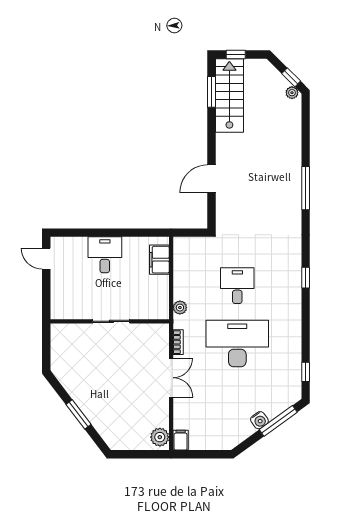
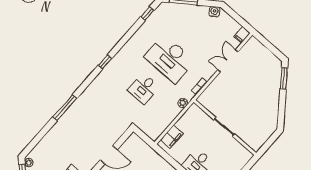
double door: (171, 378) -> (228, 61), moved
window: (78, 414) -> (284, 78), moved
water cooler: (259, 420) -> (214, 12), moved
plant: (160, 437) -> (251, 46), removed

